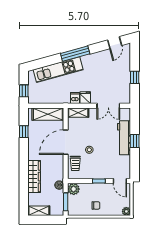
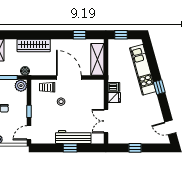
window: (75, 54) -> (159, 87), width x0.46
shelving: (78, 113) -> (99, 90), removed

